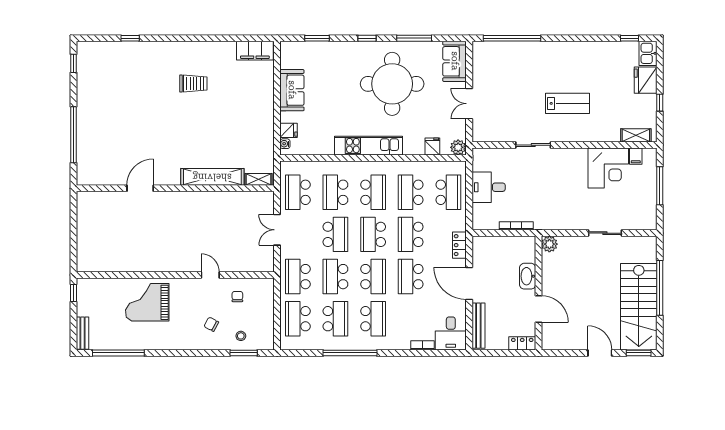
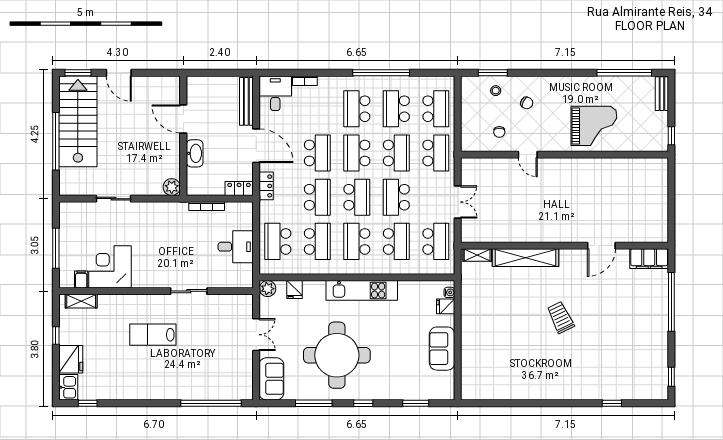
filing cabinet: (255, 51) -> (649, 259), moved, turned 180
trolley: (193, 84) -> (561, 317), moved, turned 64
locker: (522, 343) -> (239, 188), moved, turned 180

